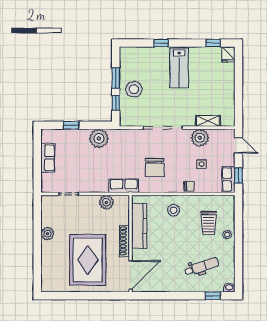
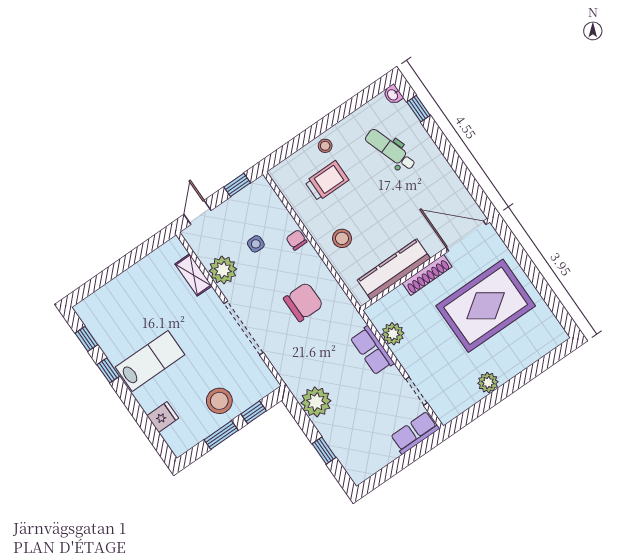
window: (161, 43) -> (108, 370), moved
fridge: (228, 54) -> (163, 417), moved
row of seats: (48, 158) -> (415, 433), moved
row of seats: (228, 180) -> (252, 194), removed
row of seats: (124, 186) -> (372, 350), moved

